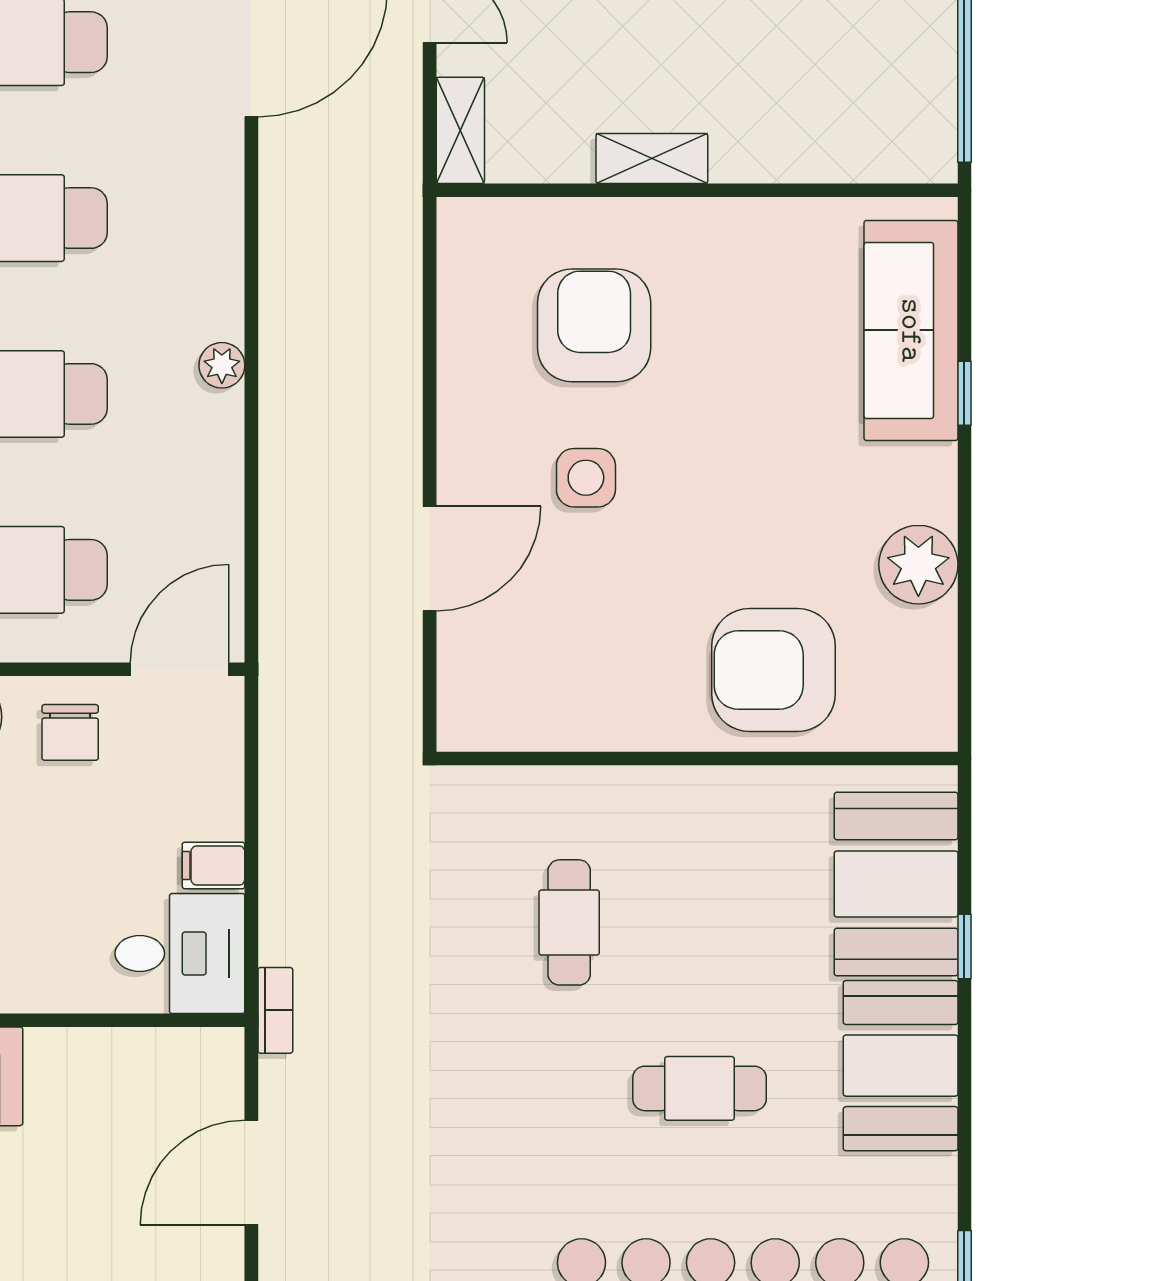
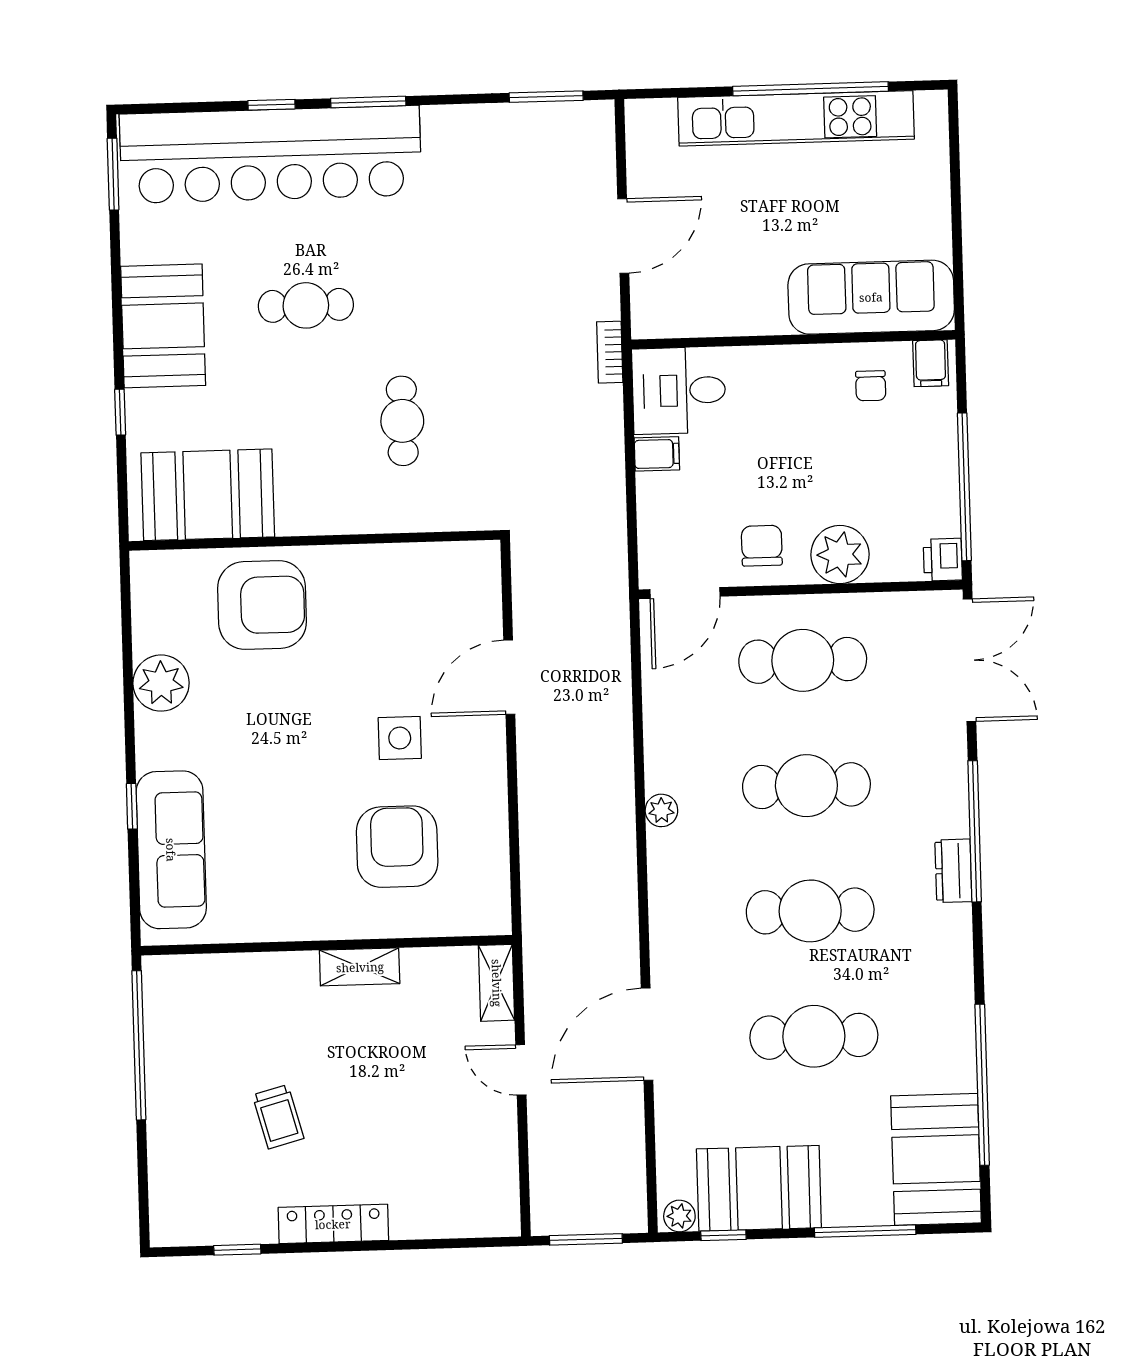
armchair: (594, 325) -> (397, 847), turned 180
booth: (896, 884) -> (208, 495), moved, turned 90

